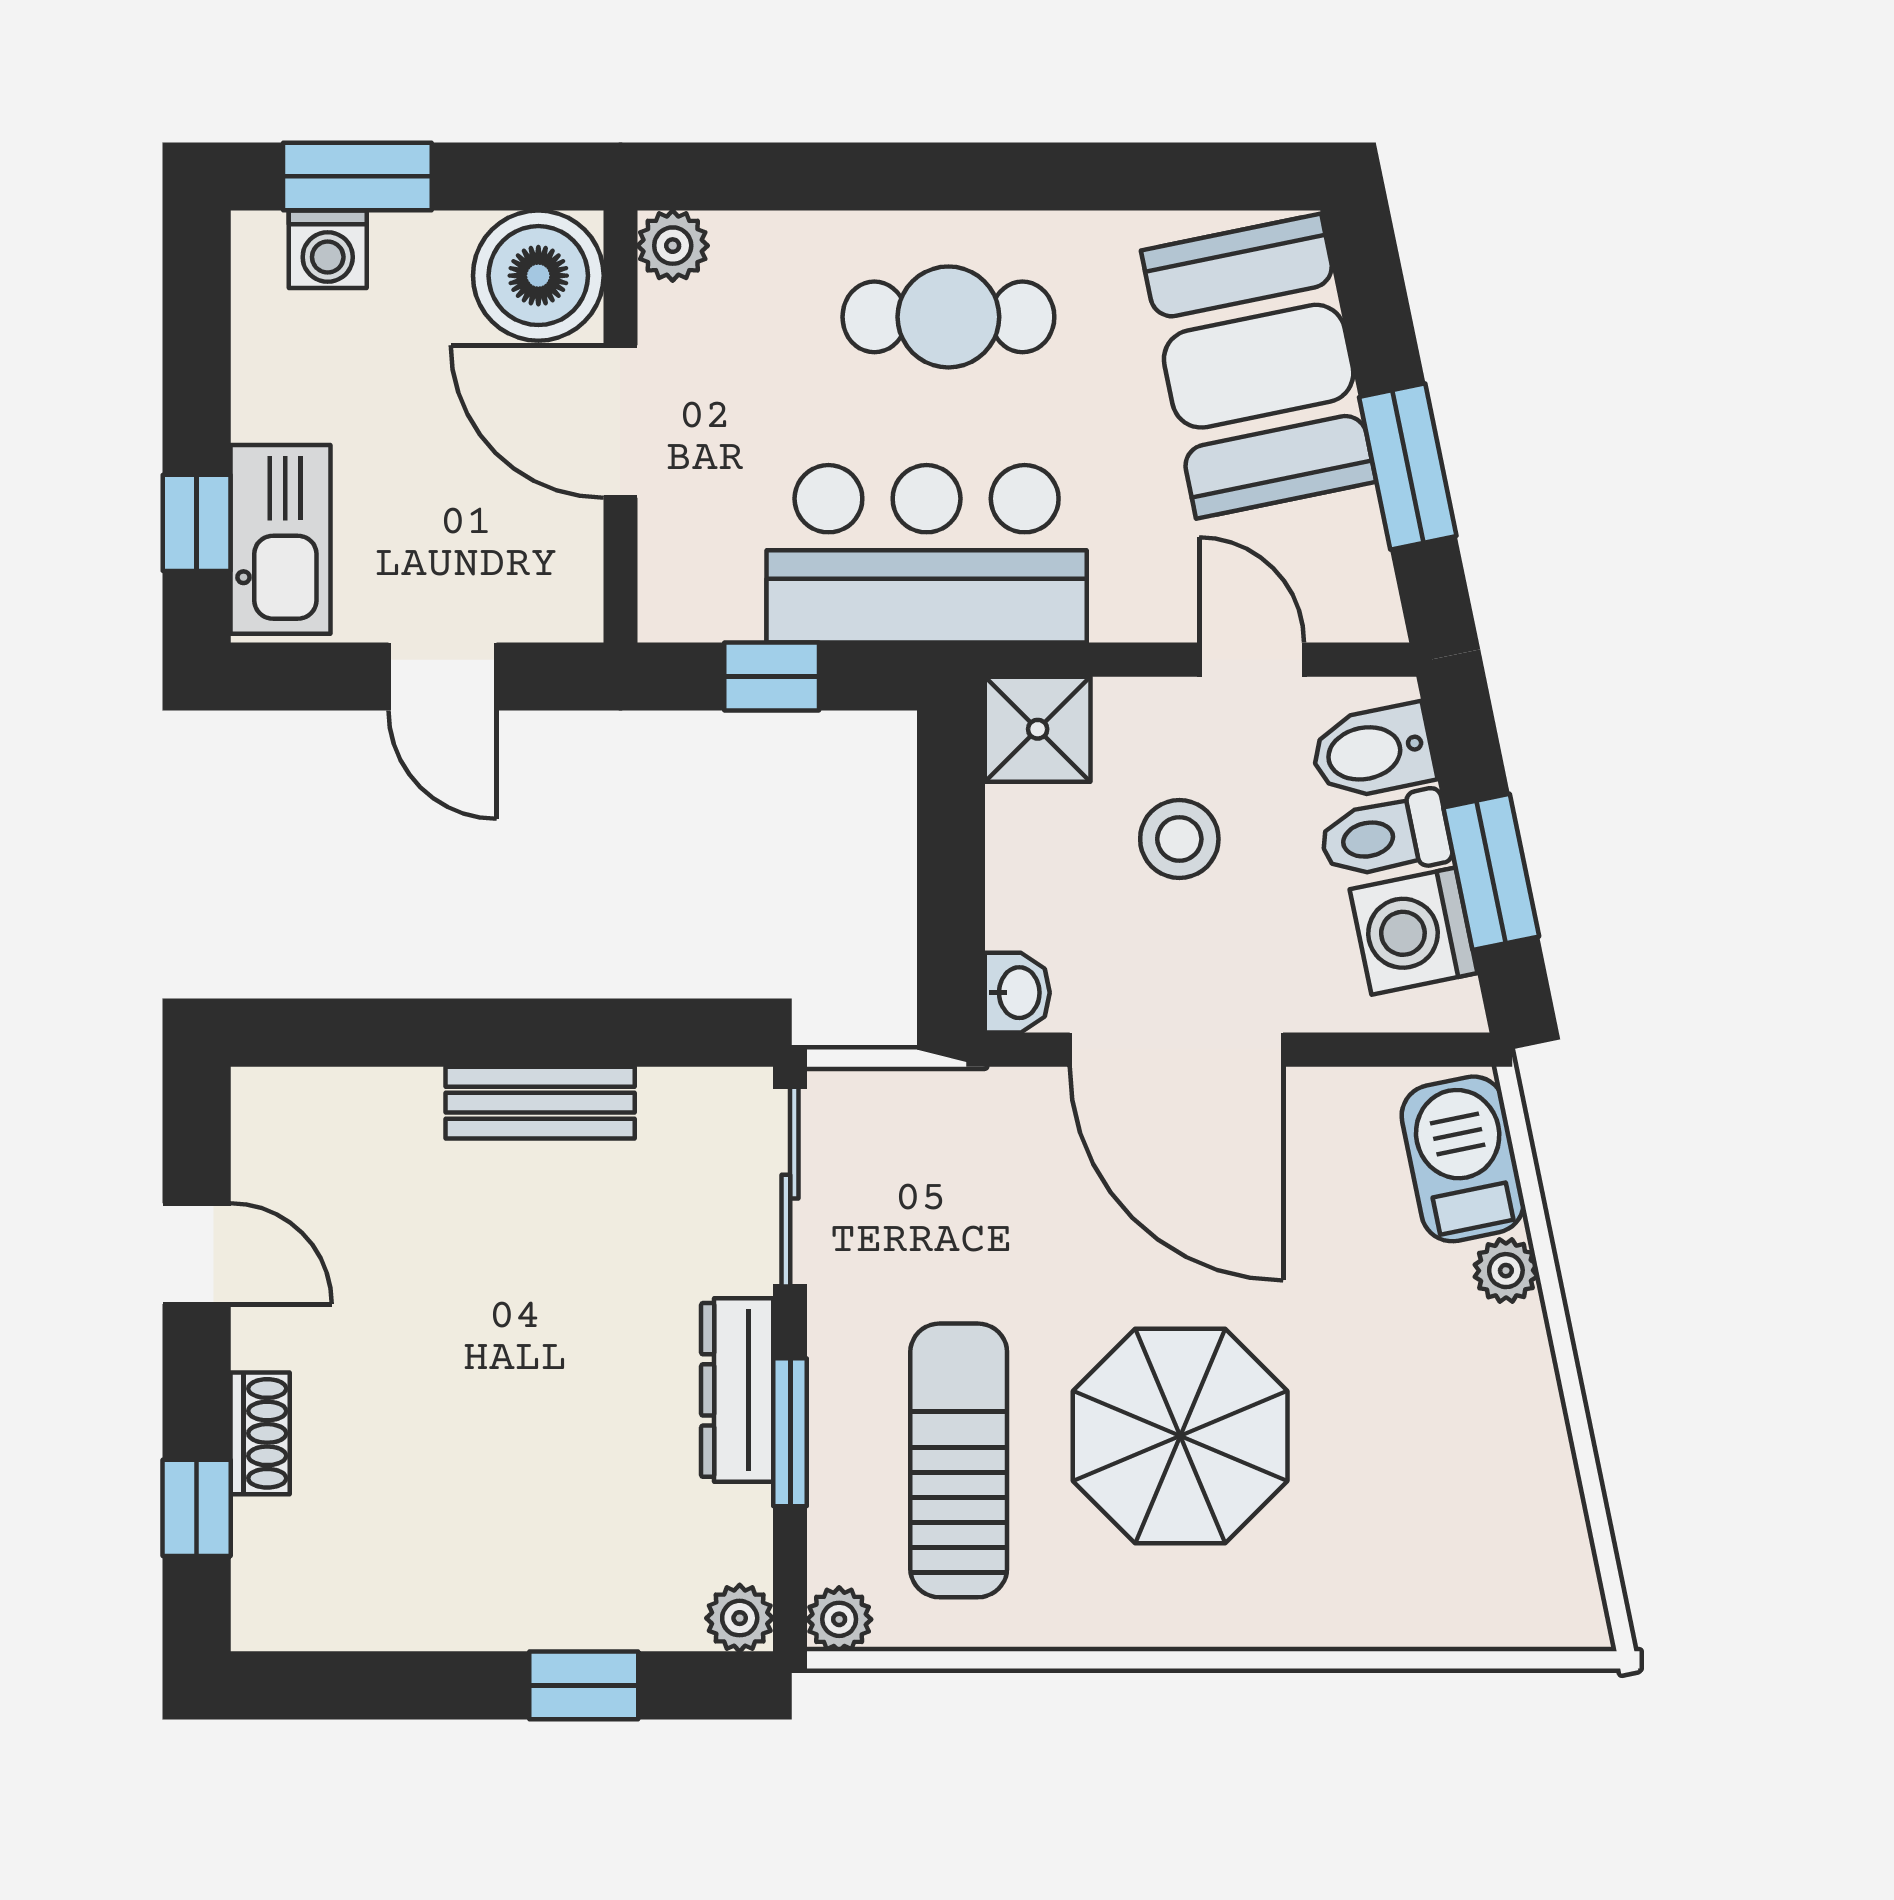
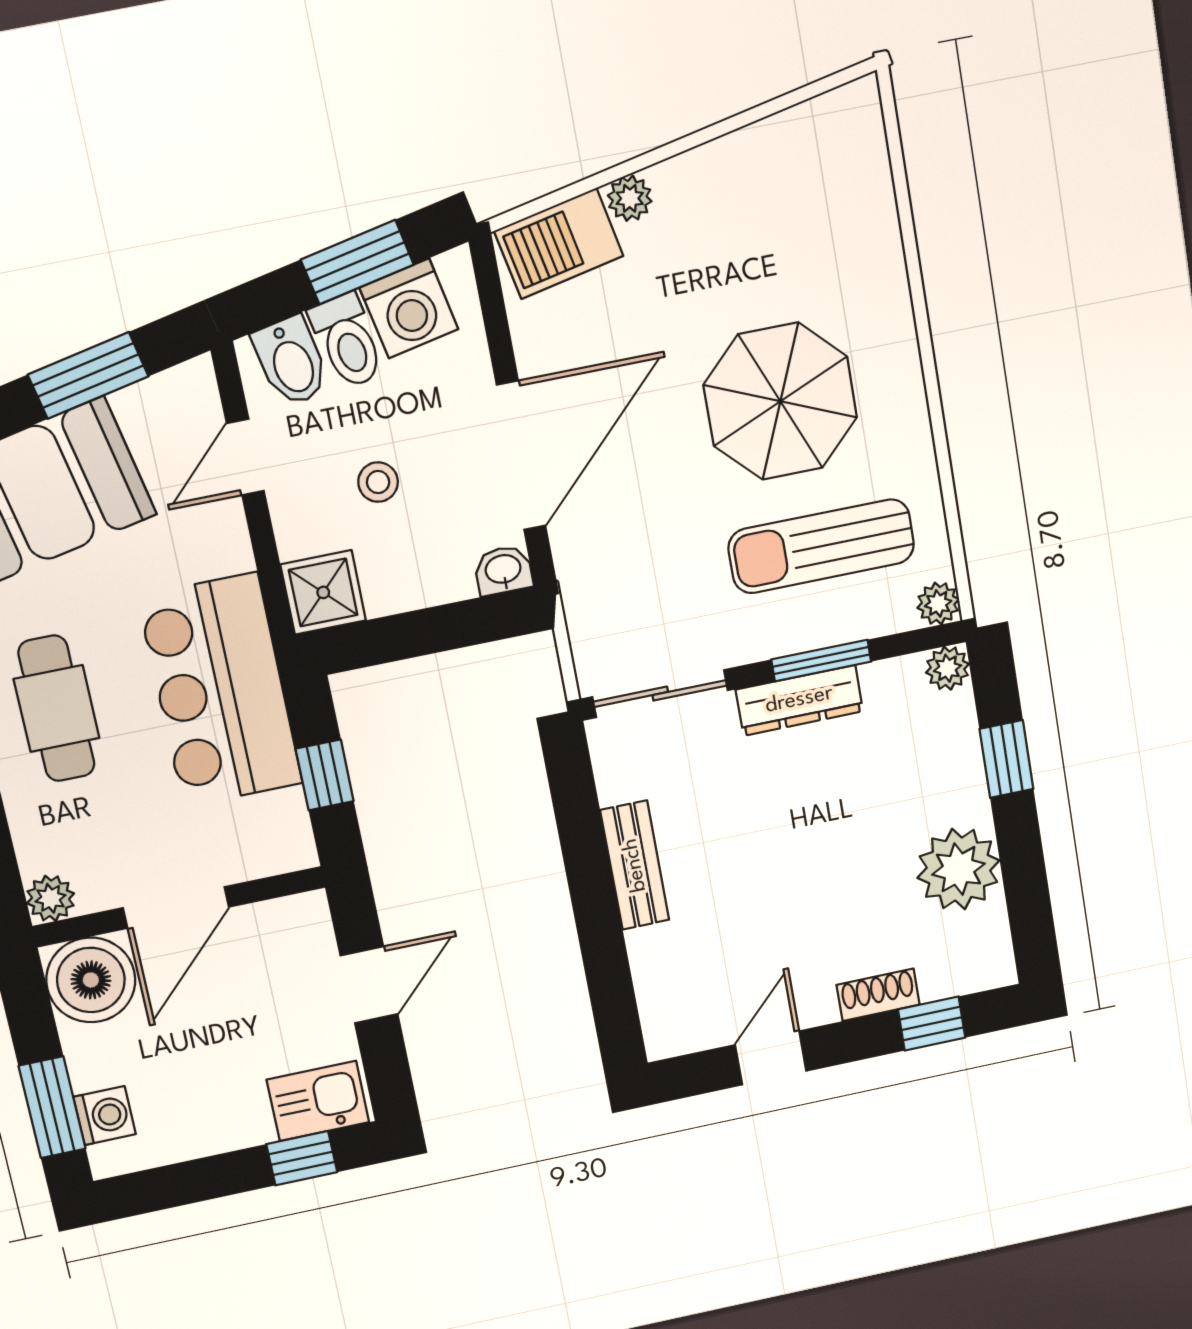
kitchen sink: (280, 539) -> (318, 1101), width x0.73
stool: (1179, 839) -> (378, 482), width x0.73, depth x0.73
plant: (430, 1587) -> (958, 869), added

